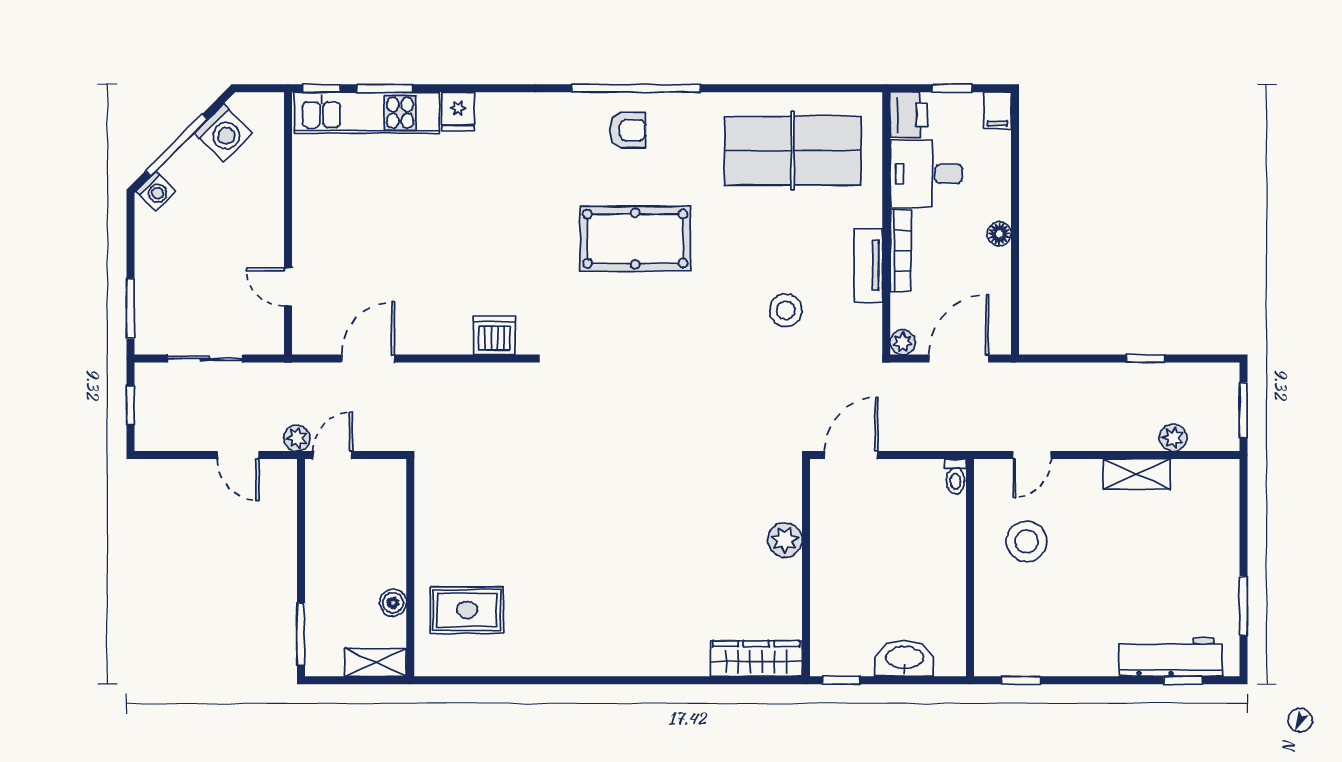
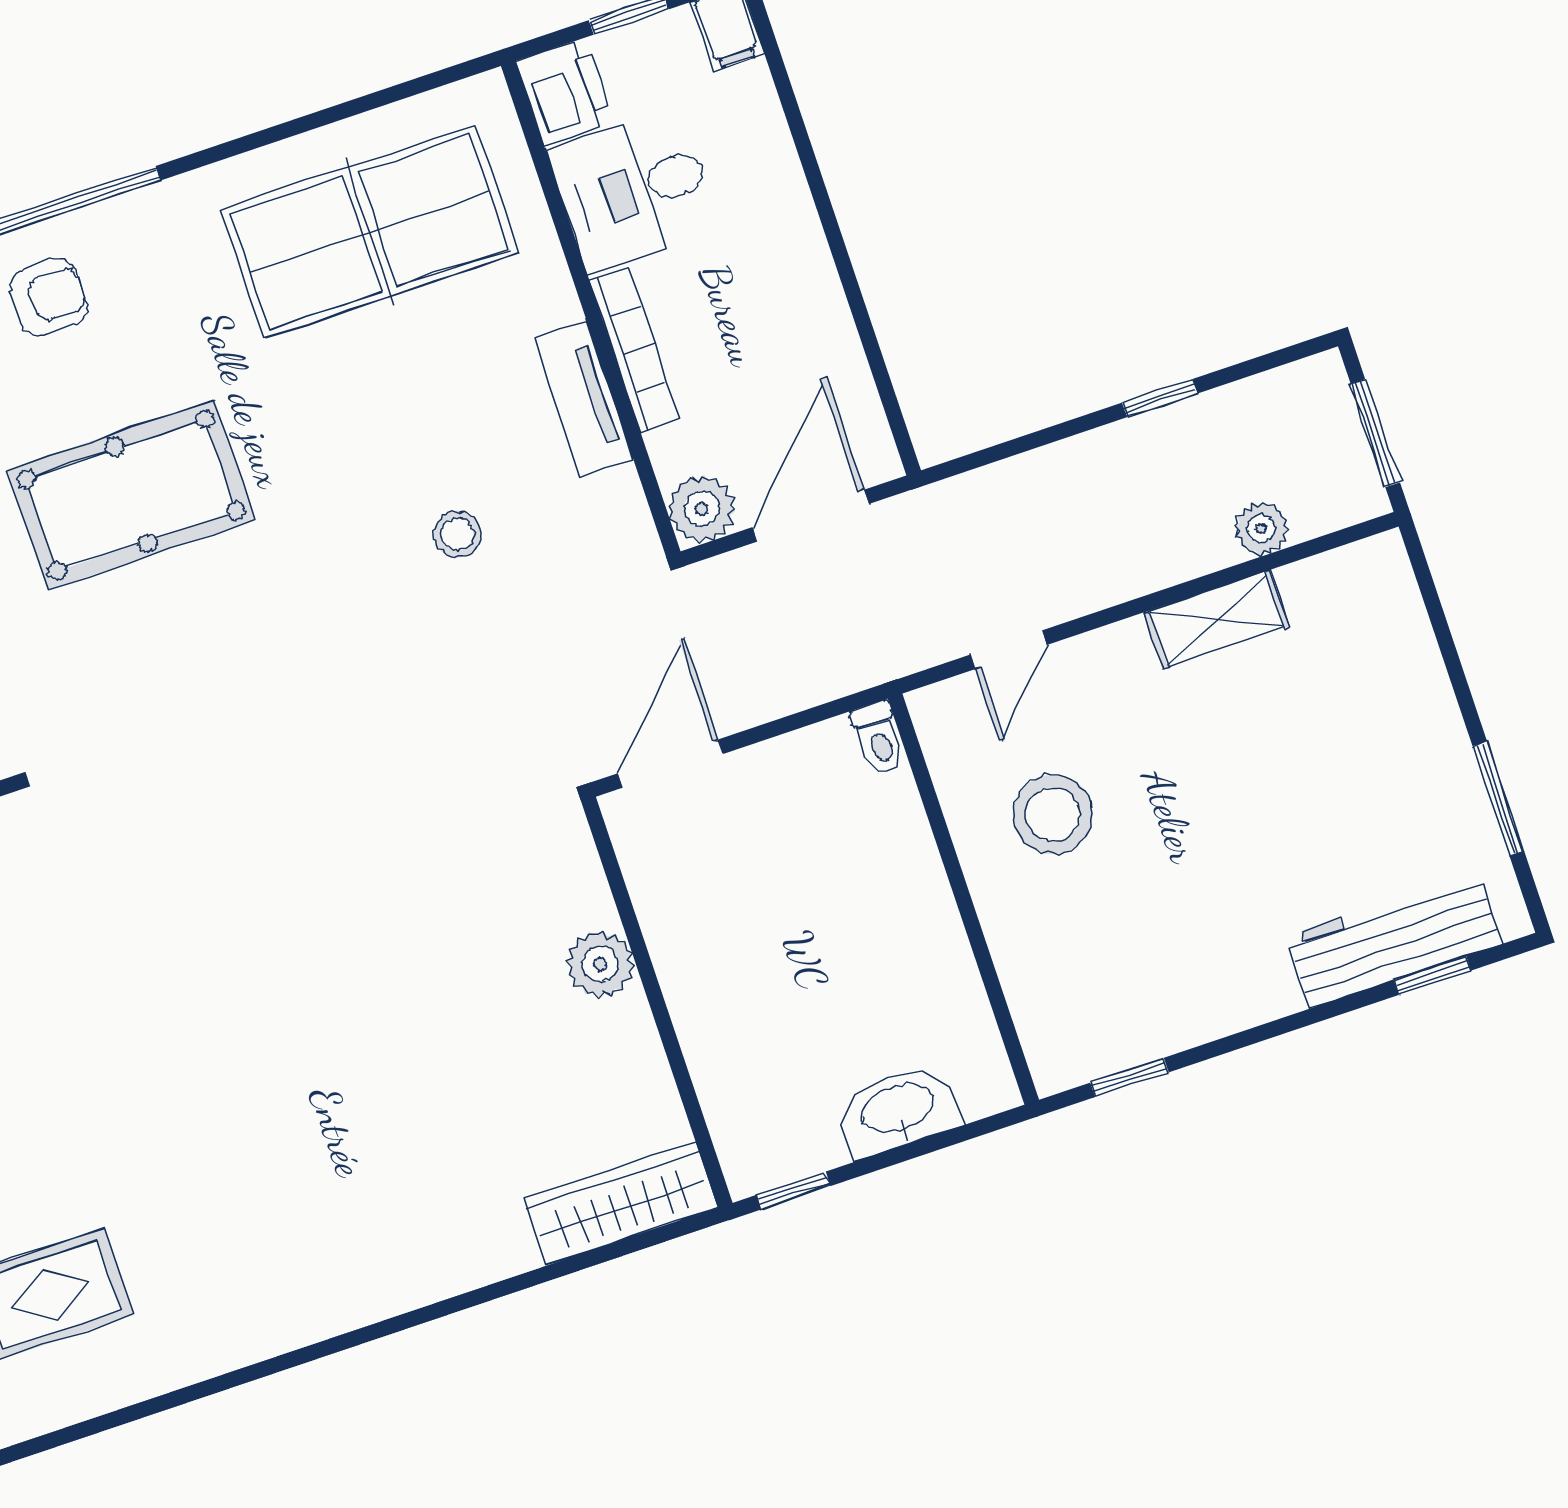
floor lamp: (999, 234) -> (808, 257), removed
stool: (786, 310) -> (457, 534), width x0.73, depth x0.73
plant: (903, 342) -> (702, 509), width x1.38, depth x1.38

